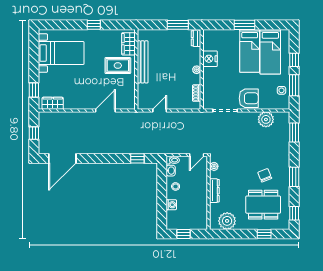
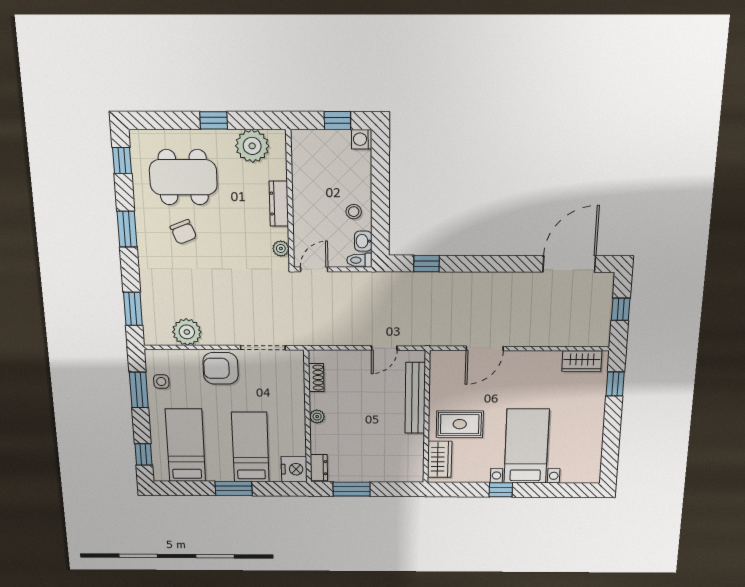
bed: (250, 51) -> (250, 447), moved
bed with nightstands: (61, 53) -> (526, 446), moved, turned 90
nightstand: (210, 59) -> (294, 469), moved
window: (294, 60) -> (144, 454), moved
bench: (143, 62) -> (415, 398), moved
washing machine: (171, 205) -> (362, 139), moved
window: (264, 234) -> (214, 120), moved

